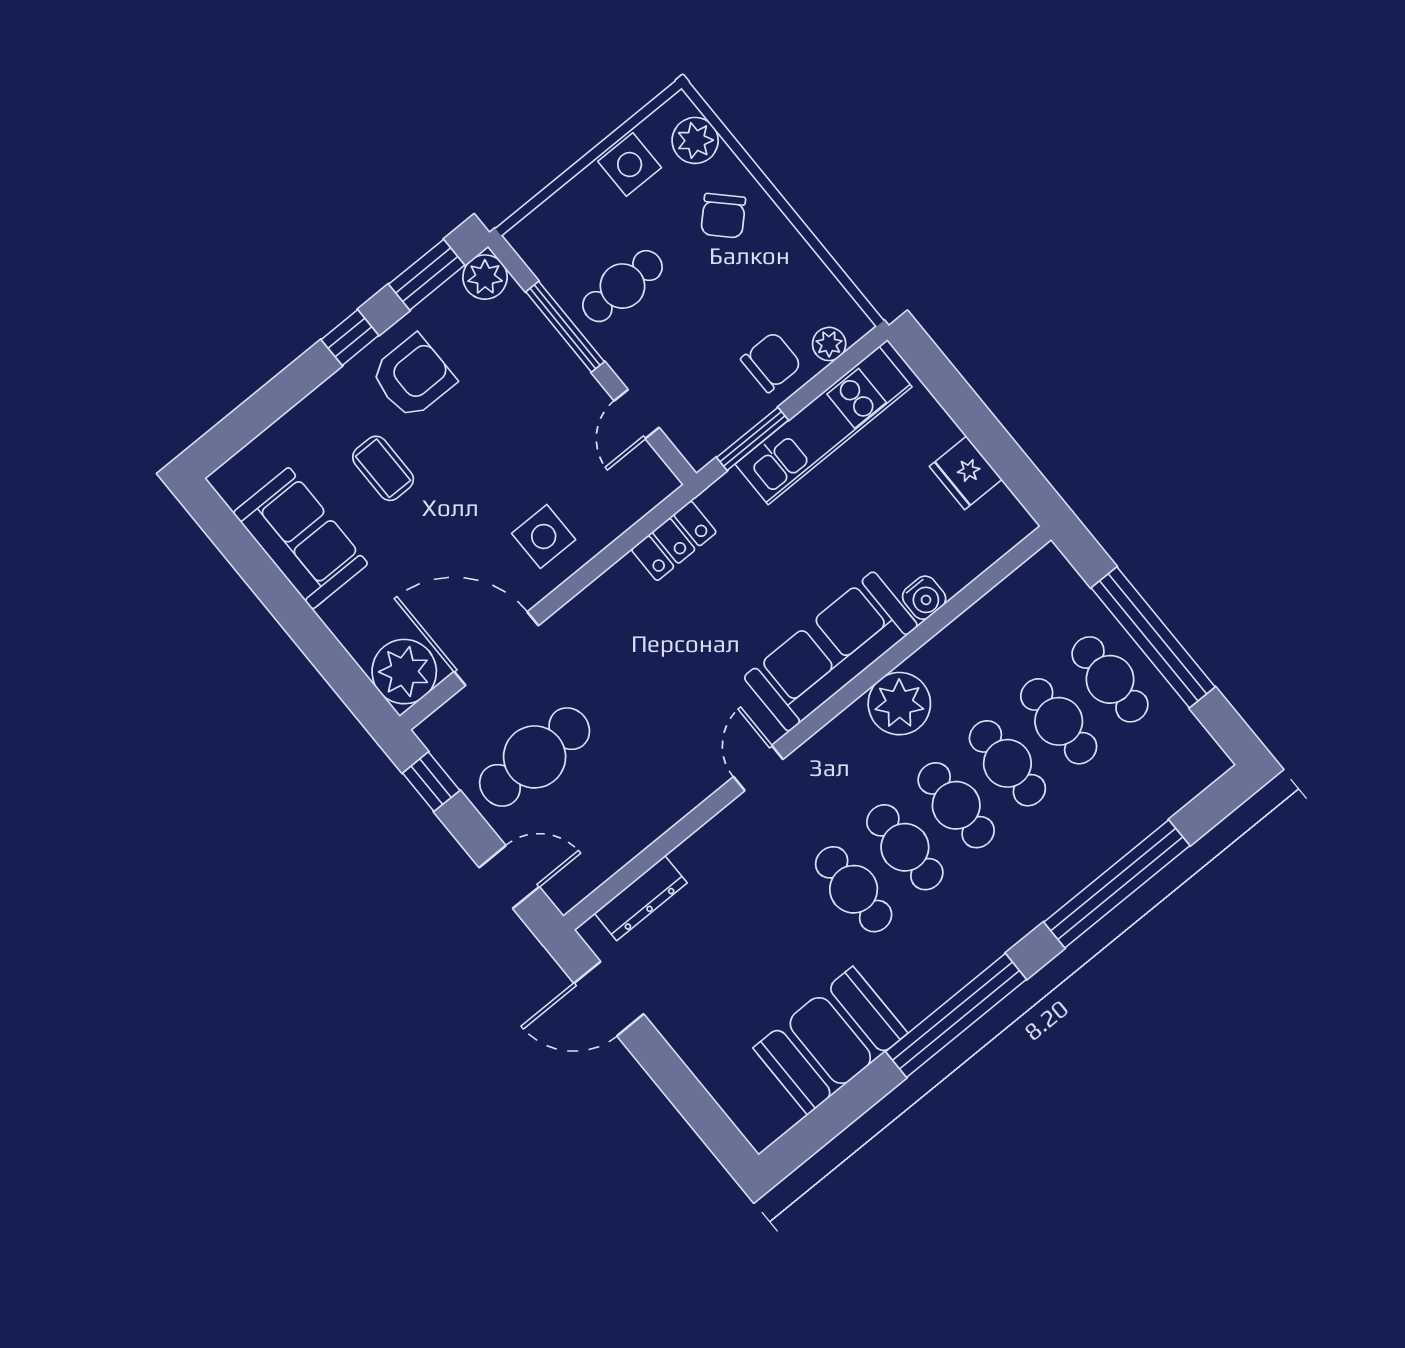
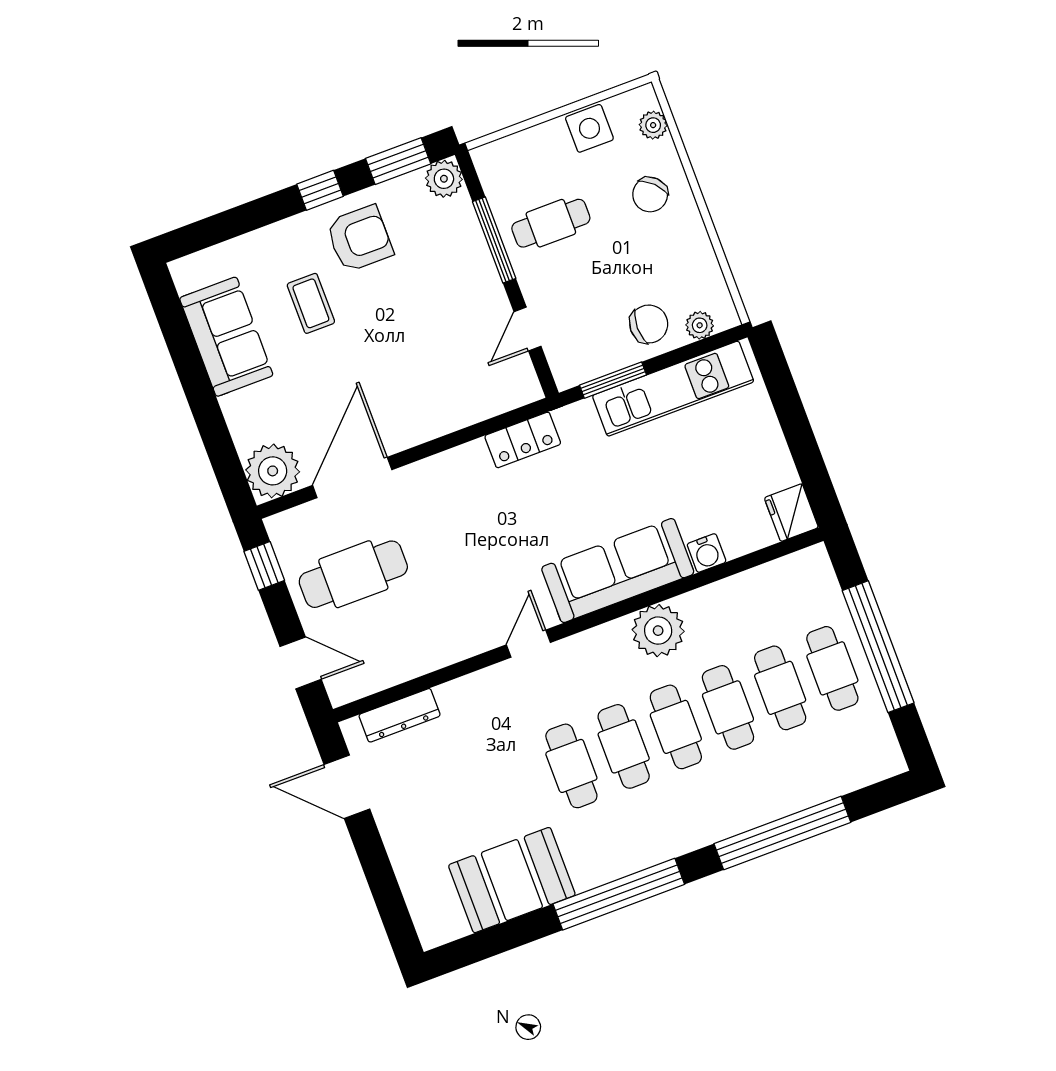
plant: (695, 140) -> (653, 125), width x0.73, depth x0.73
fridge: (966, 473) -> (791, 513), moved
side table: (544, 536) -> (420, 401), removed
door: (496, 649) -> (352, 478), hinge flipped

